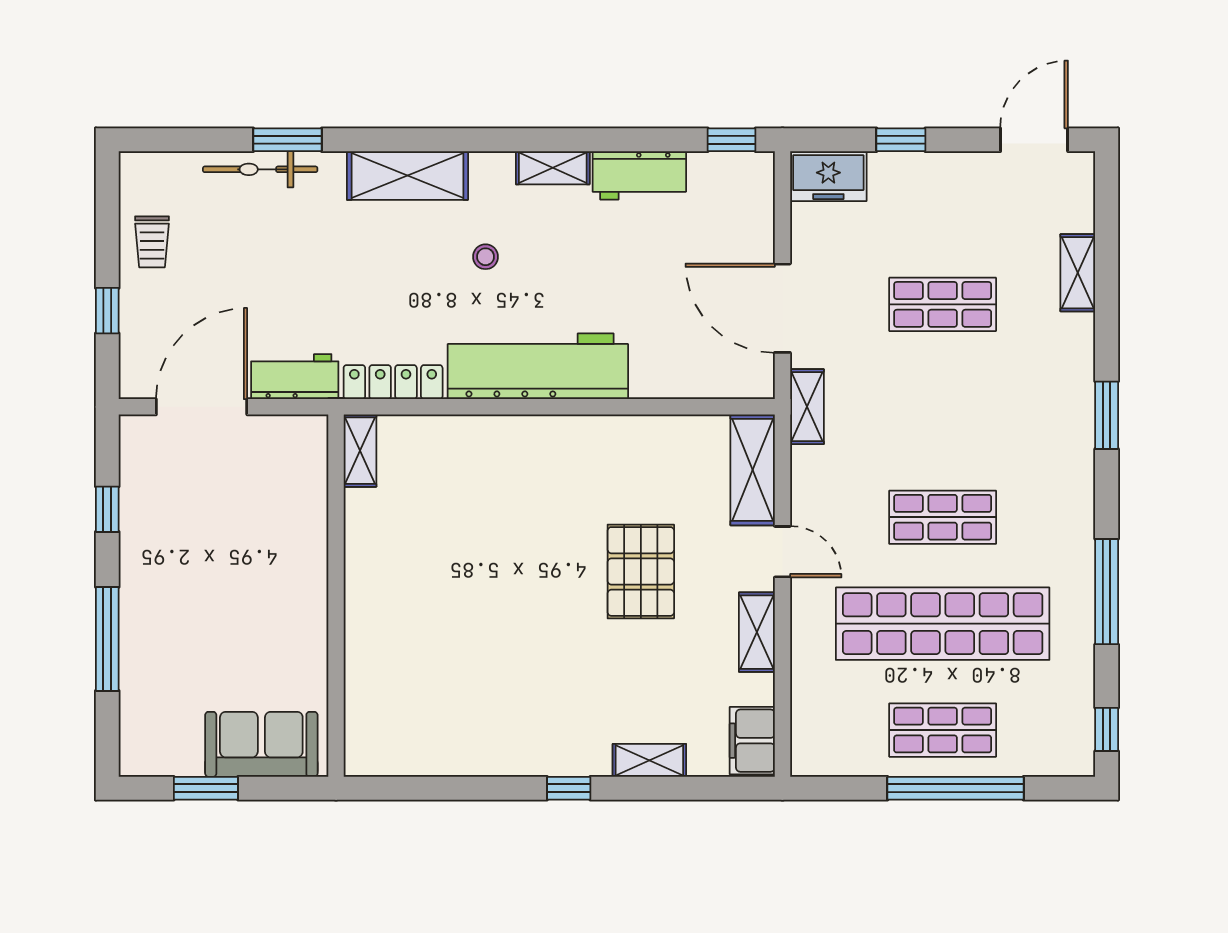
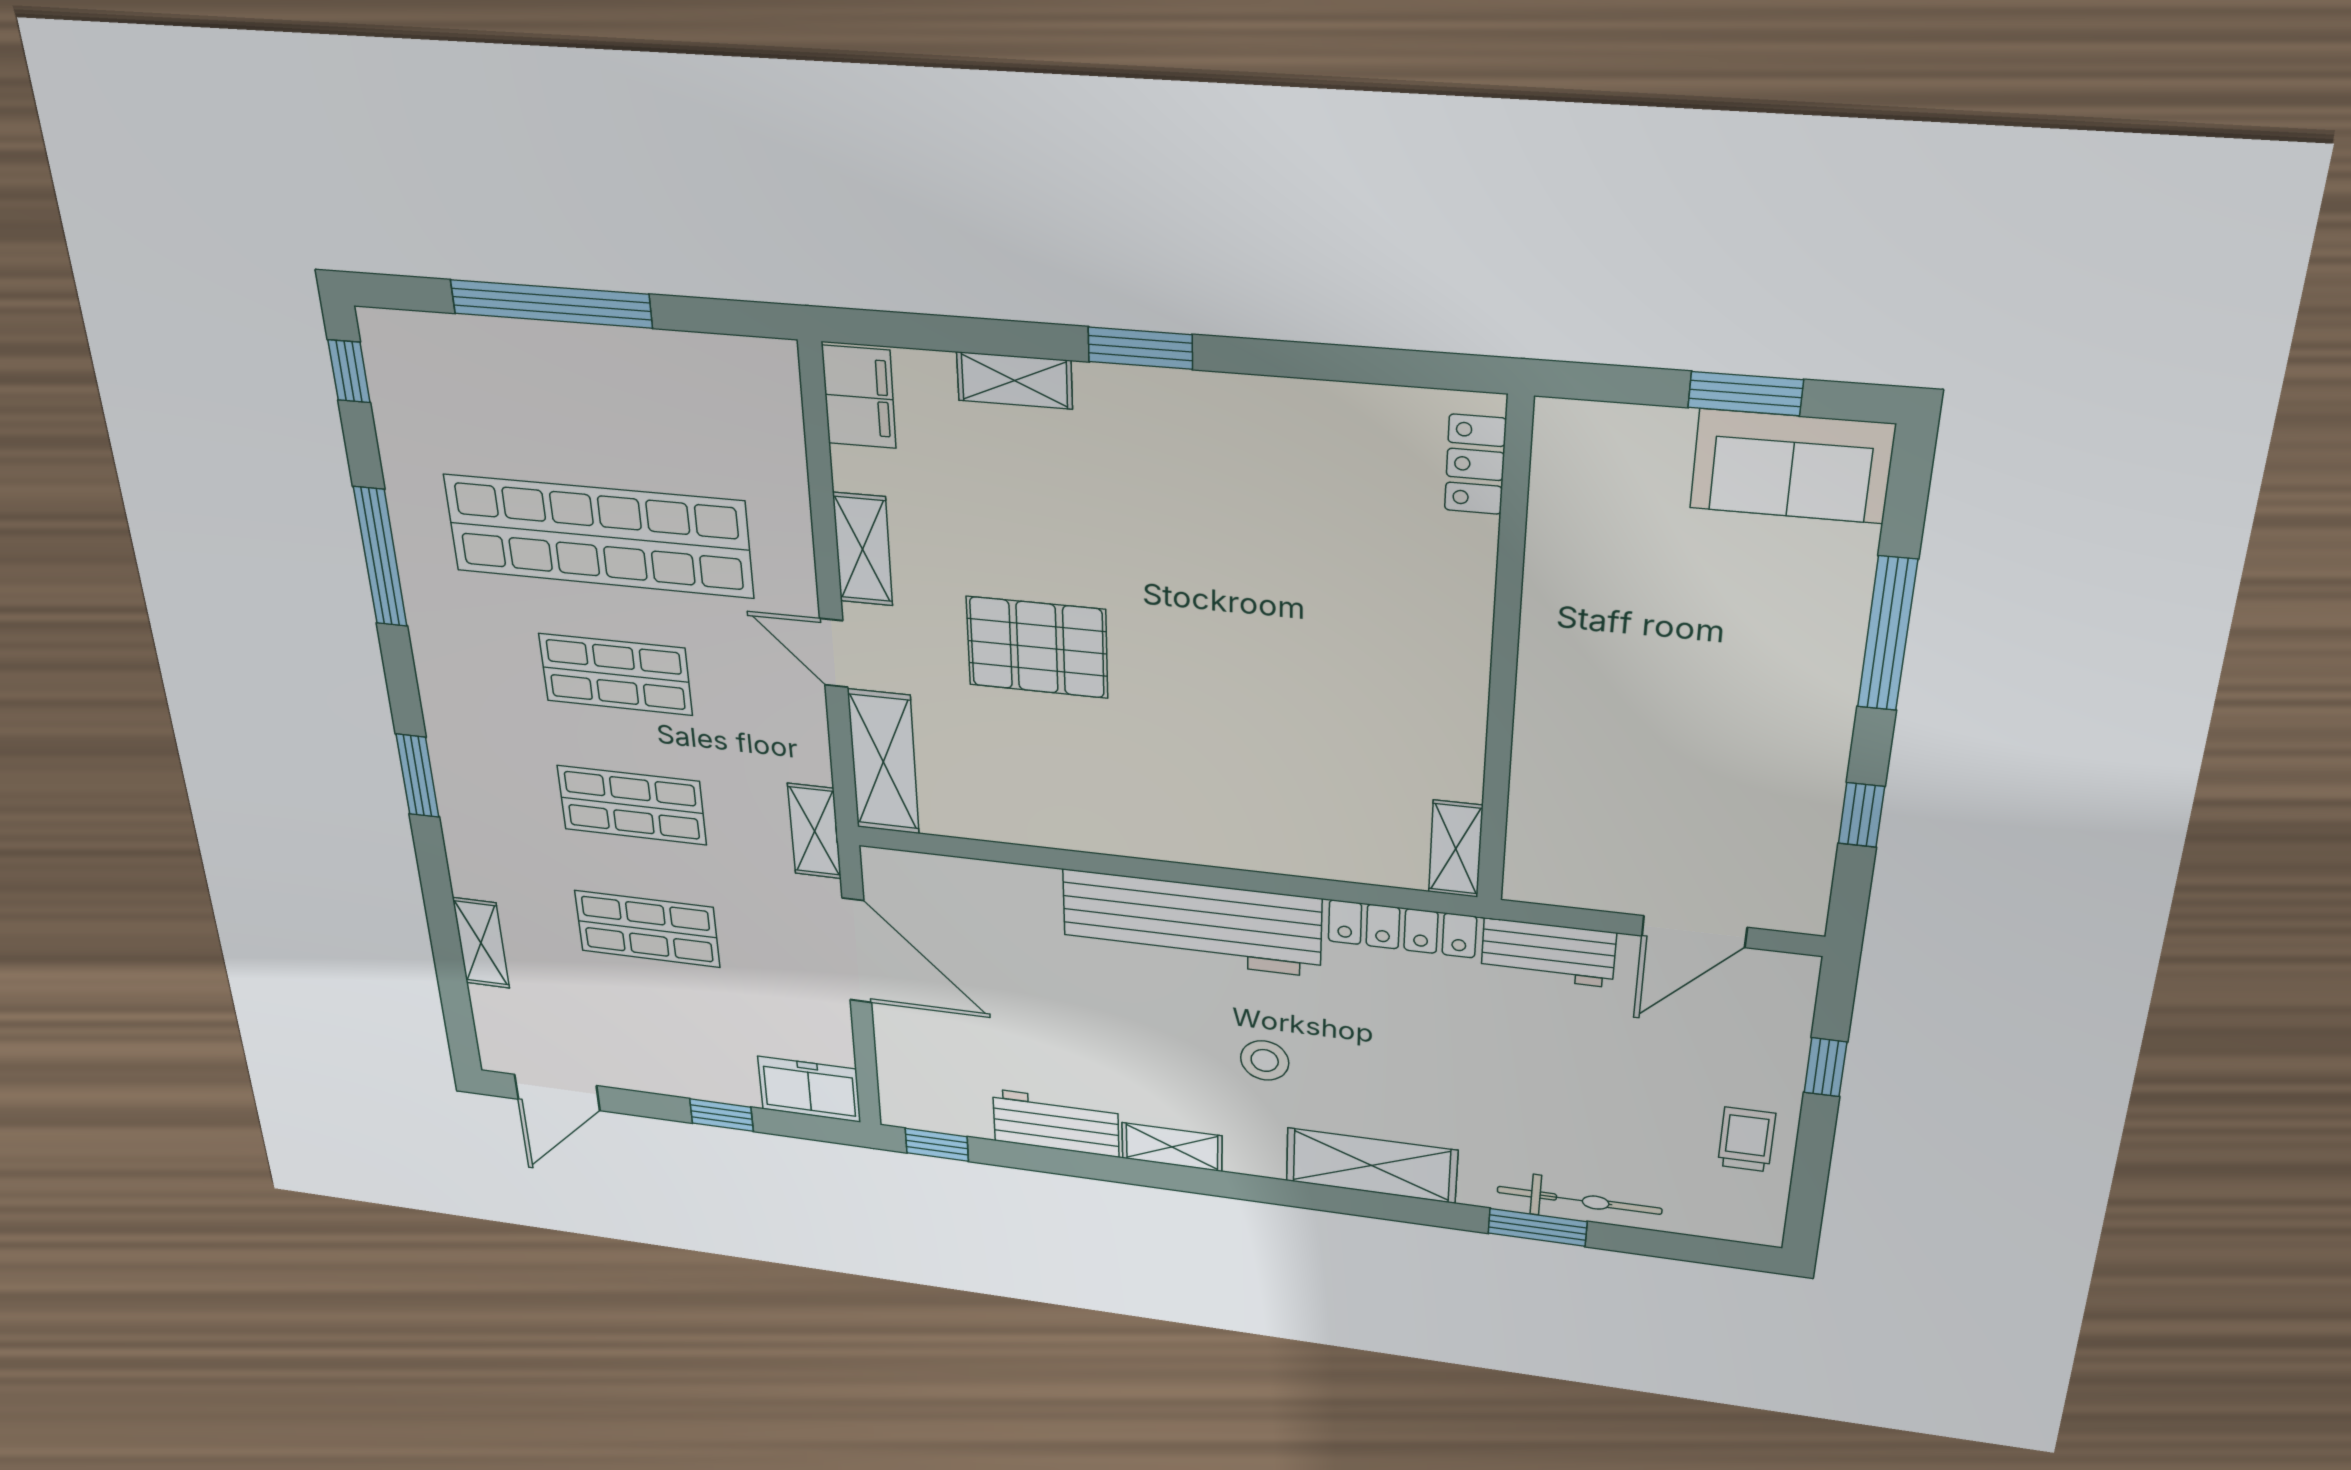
stool: (486, 257) -> (1265, 1060), width x1.37, depth x1.37
door: (202, 407) -> (1694, 932), width x0.73
pallet: (641, 571) -> (1037, 647), turned 90
locker: (361, 729) -> (1475, 464), added
shop shelf: (943, 730) -> (632, 805), moved
sofa: (261, 744) -> (1792, 466), moved
window: (569, 788) -> (1140, 348), width x1.50

